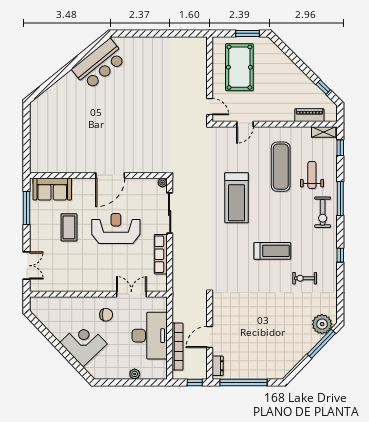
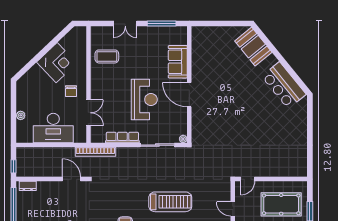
booth: (54, 100) -> (253, 47), added
sofa: (52, 189) -> (178, 62), moved
treadmill: (236, 198) -> (170, 202), turned 180
coffee table: (69, 227) -> (107, 56), moved
double door: (26, 266) -> (125, 23), moved
door: (210, 337) -> (71, 179), moved
corner desk: (84, 343) -> (57, 63), moved
bookcase: (177, 347) -> (95, 152), moved

